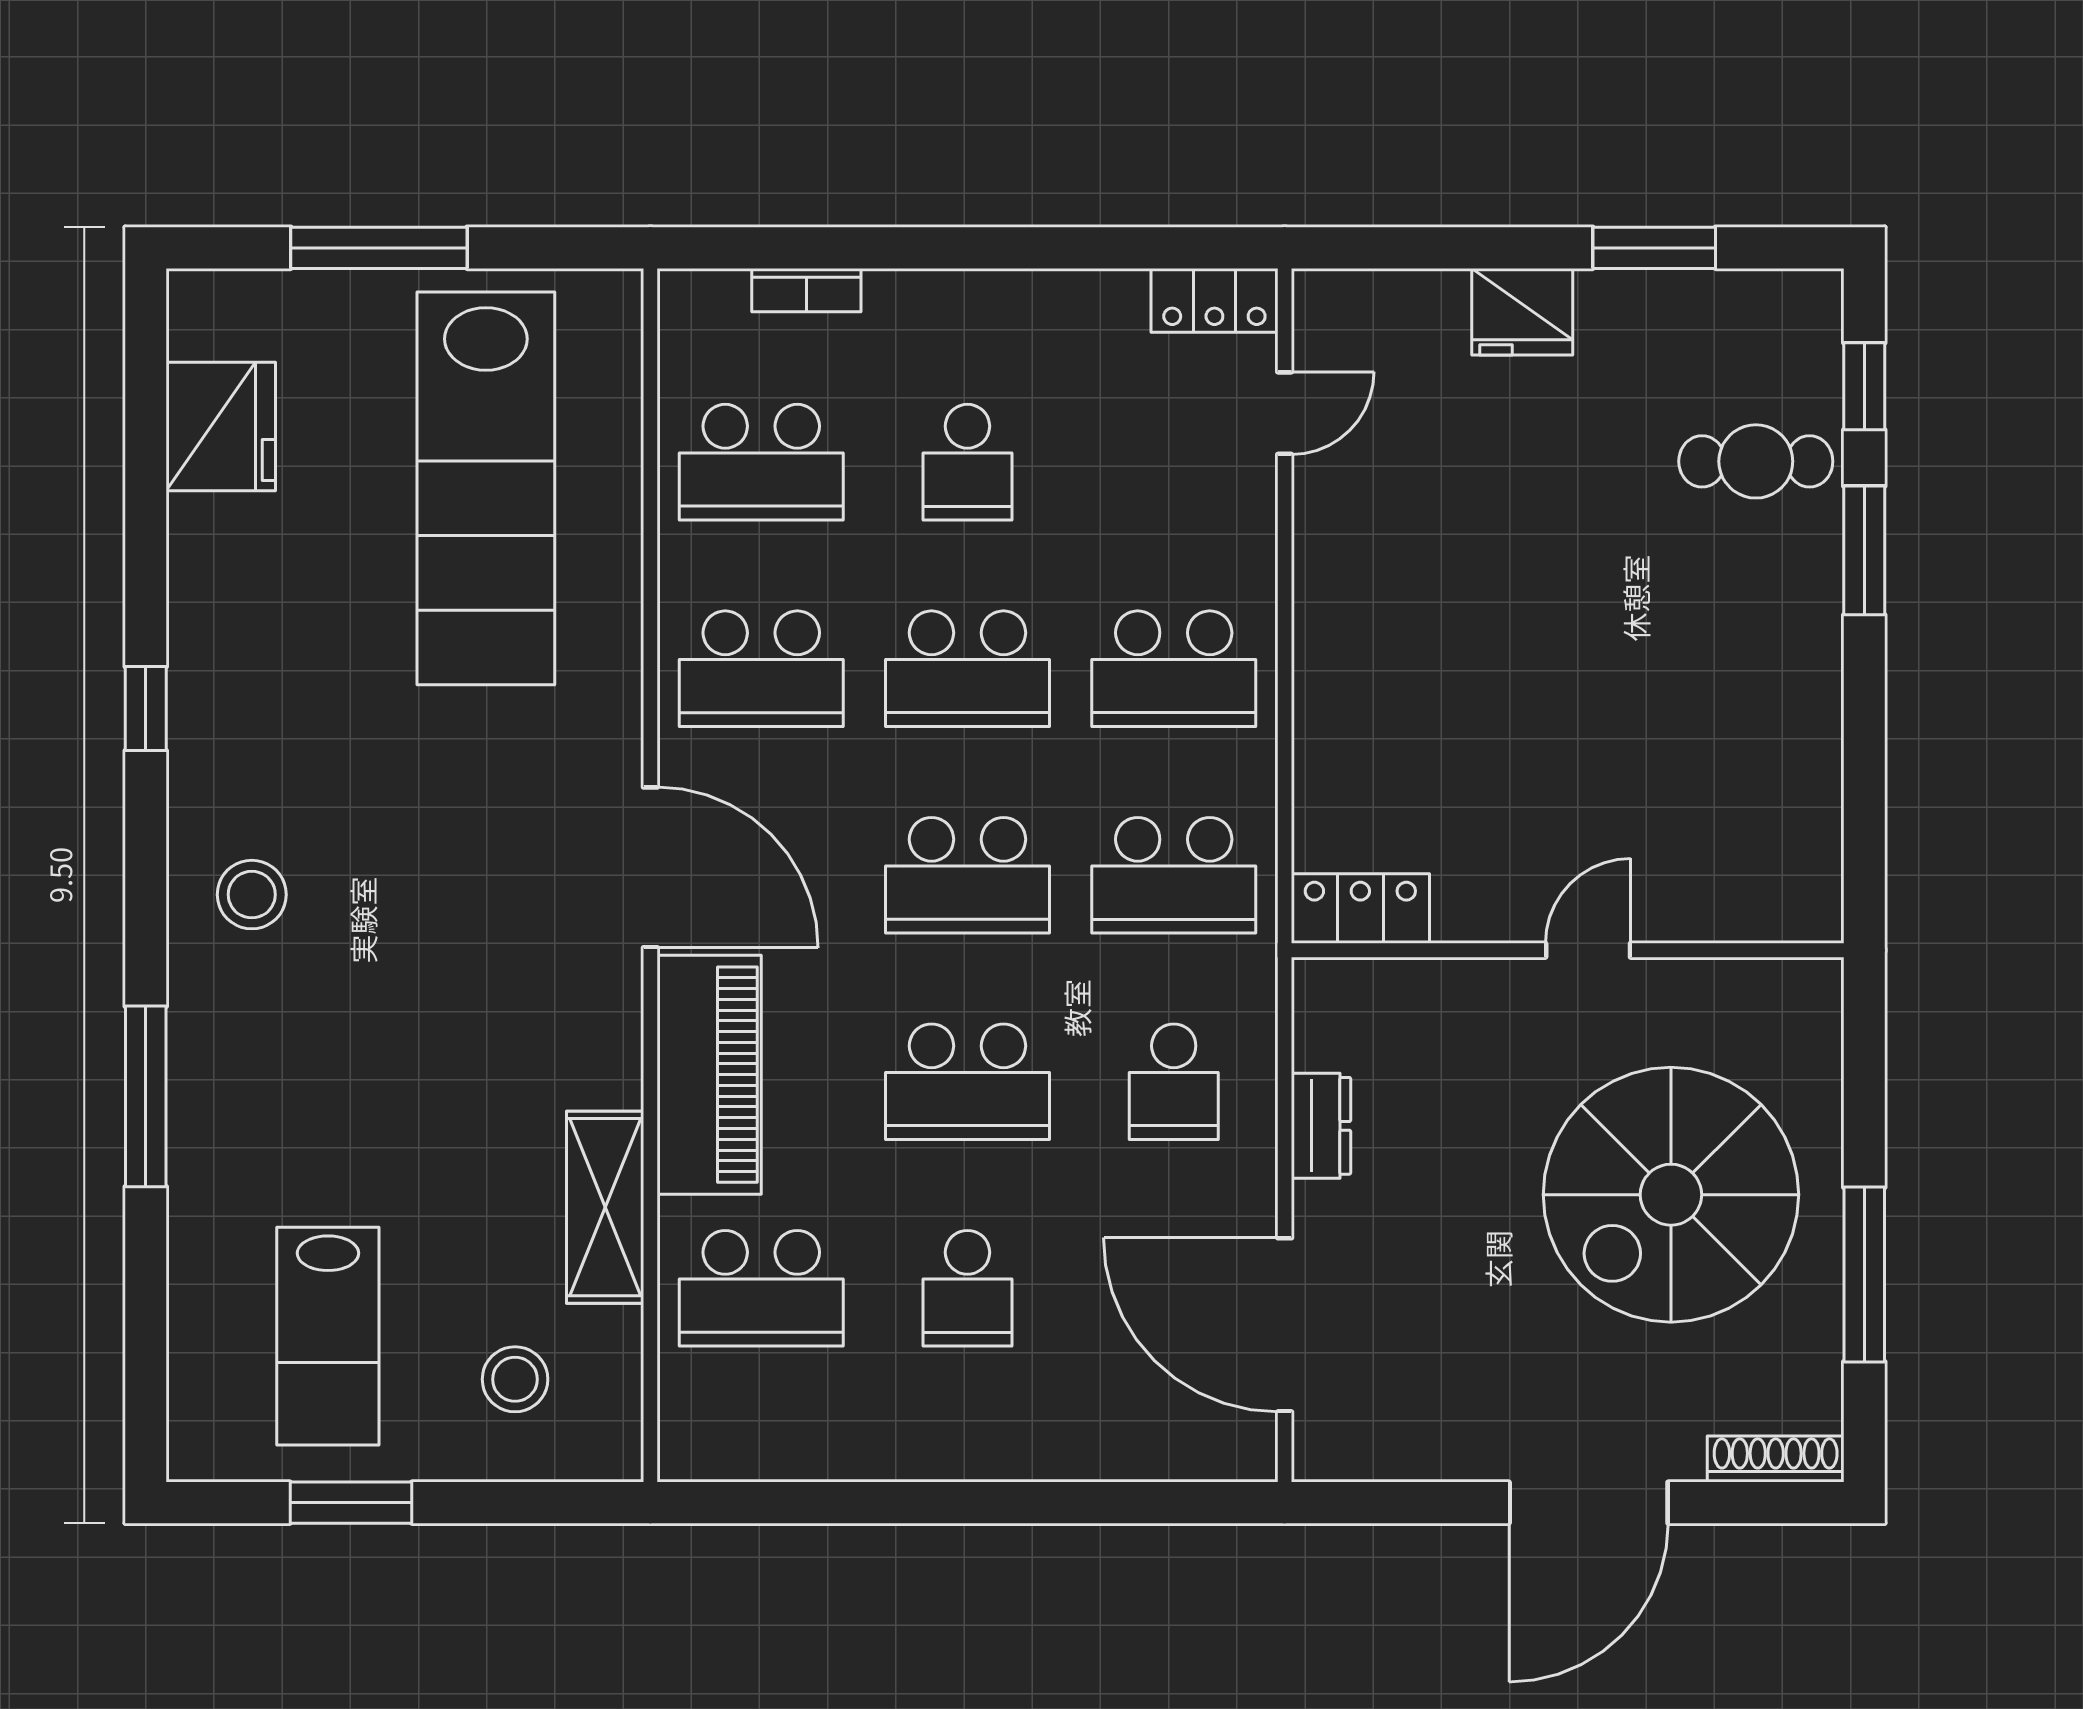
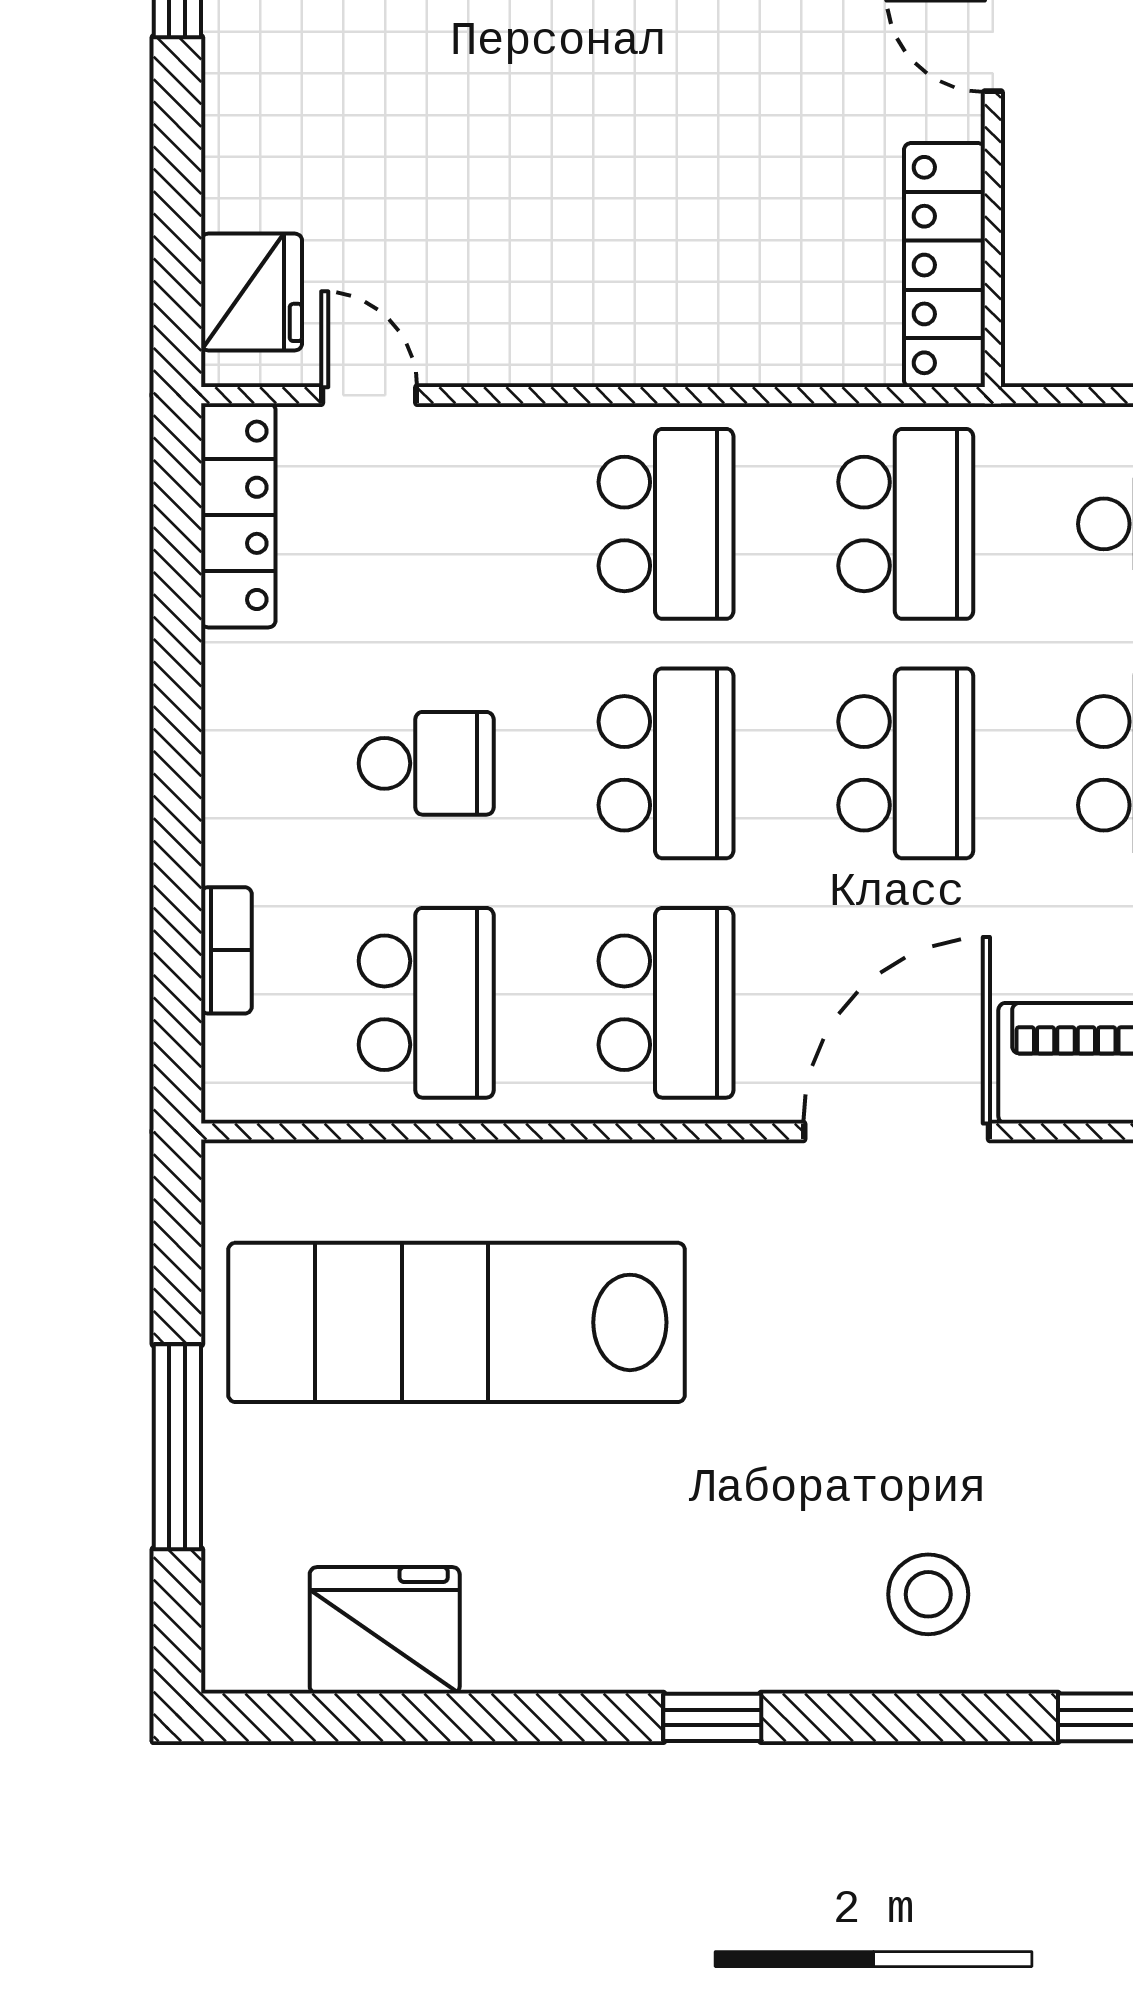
locker: (1214, 300) -> (238, 515), width x1.53
fridge: (1522, 312) -> (252, 292), moved
lab bench: (486, 488) -> (457, 1322), turned 180
locker: (1360, 909) -> (945, 265), width x1.53

